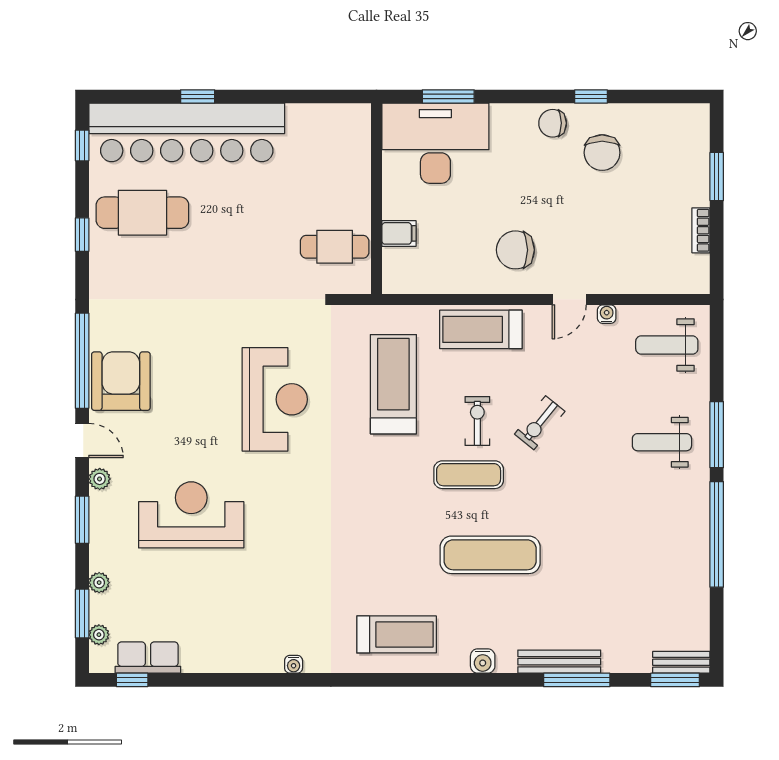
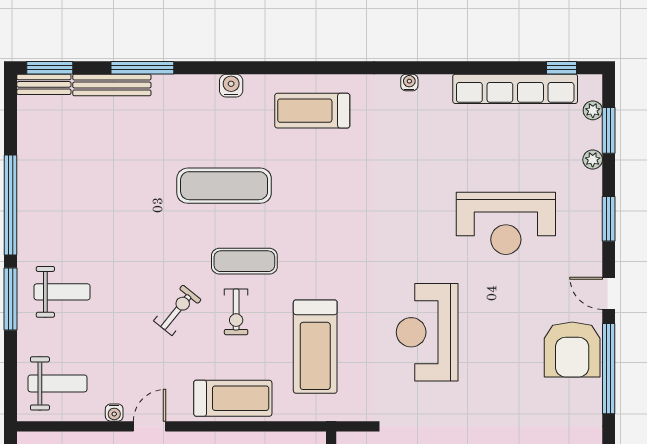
plant: (100, 479) -> (592, 257), removed
row of seats: (148, 658) -> (515, 89), width x2.02
bench: (559, 662) -> (112, 85), moved

